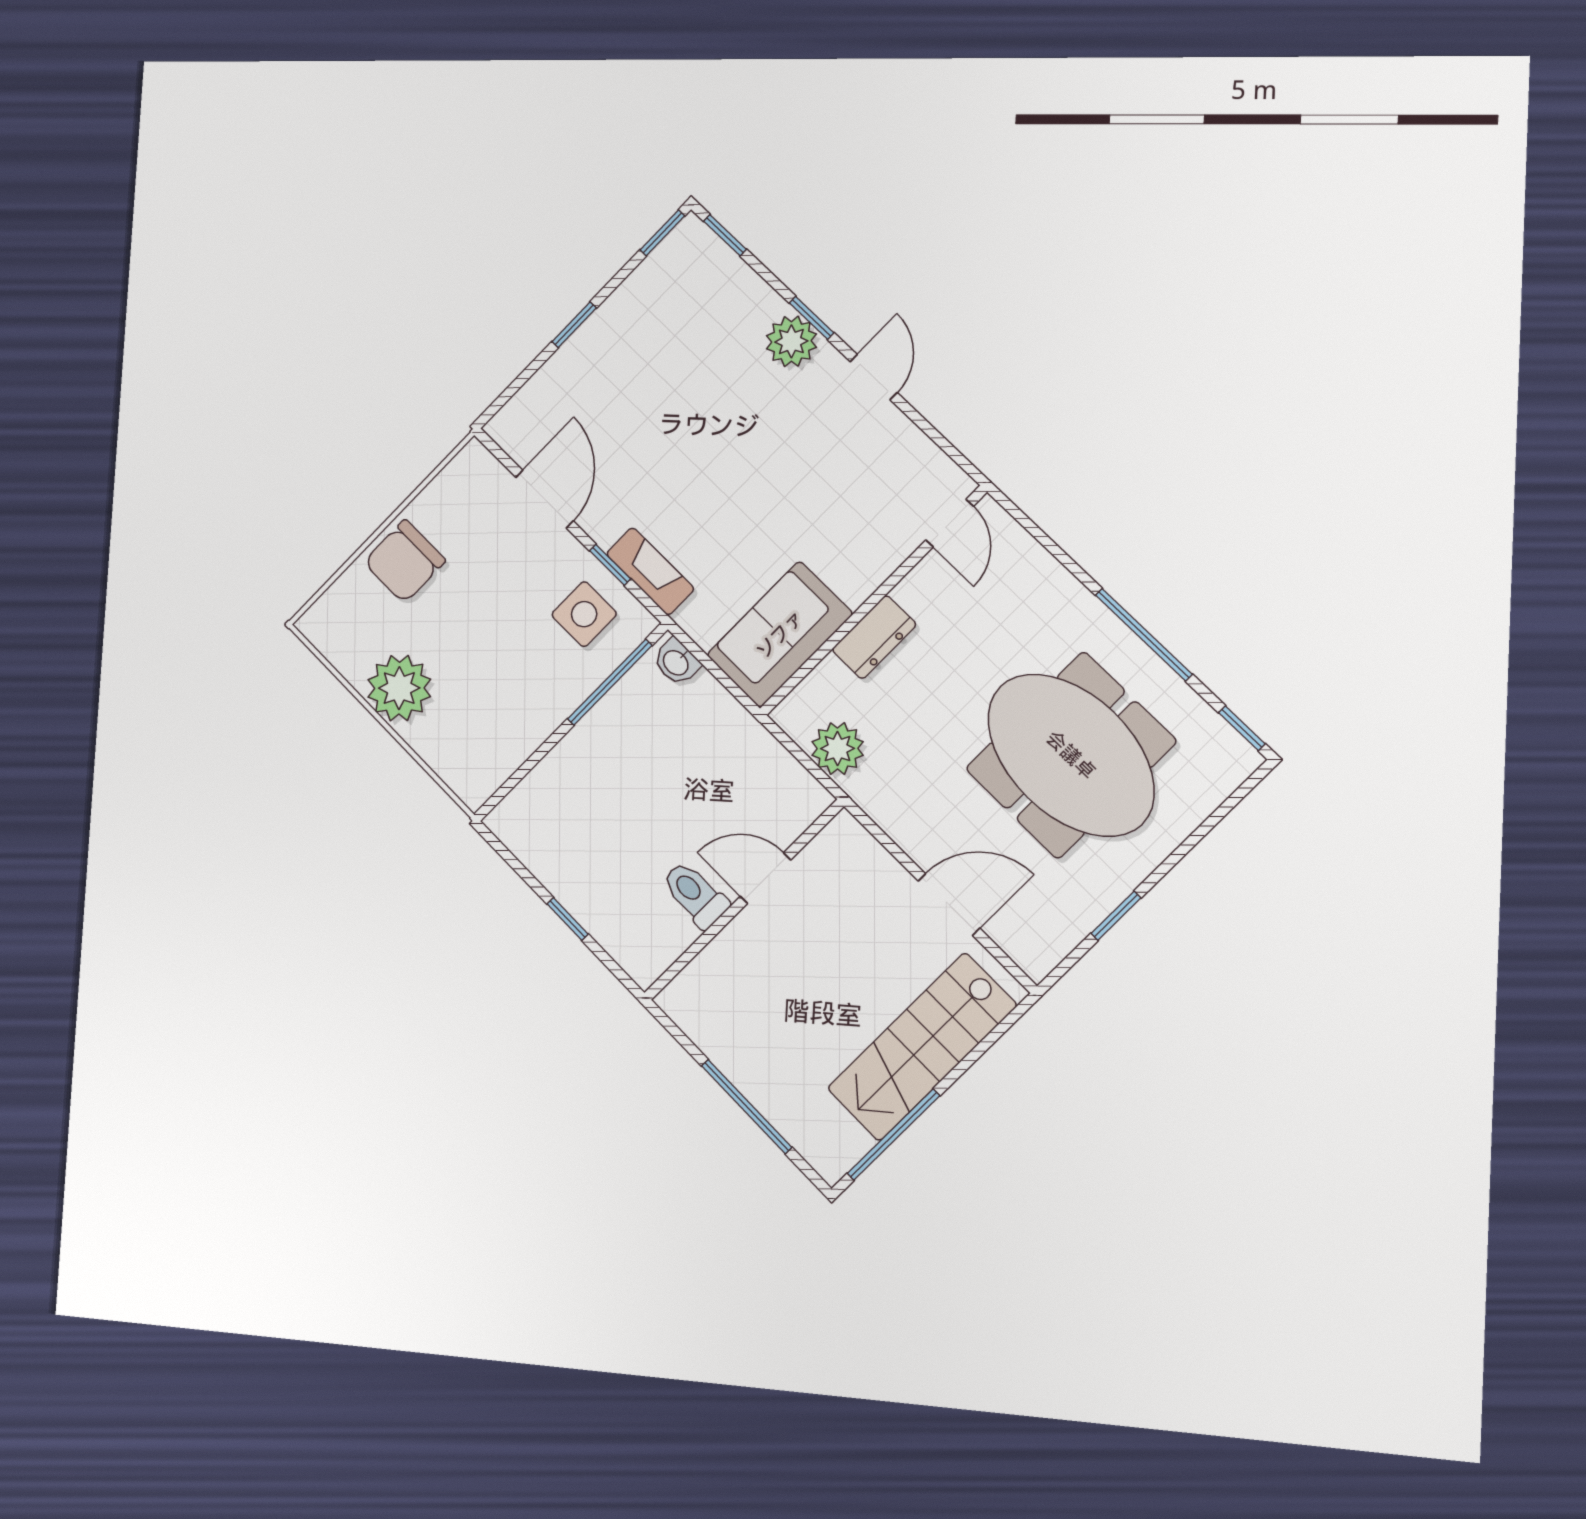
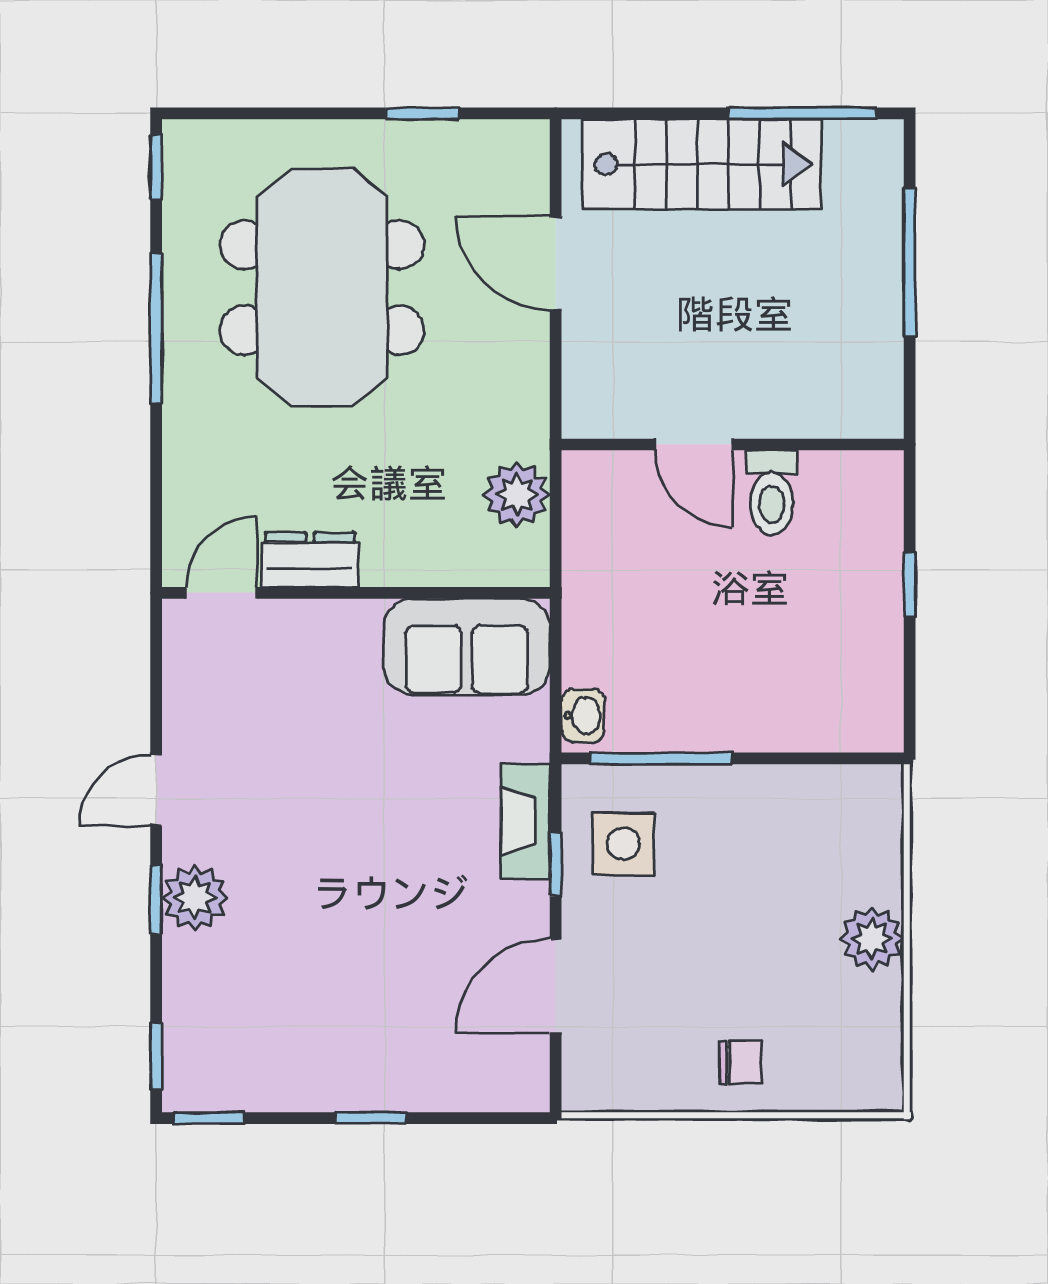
chair: (405, 561) -> (741, 1062), width x0.54, depth x0.54
dresser: (874, 637) -> (310, 560), moved
plant: (399, 688) -> (872, 939), width x0.73, depth x0.73

